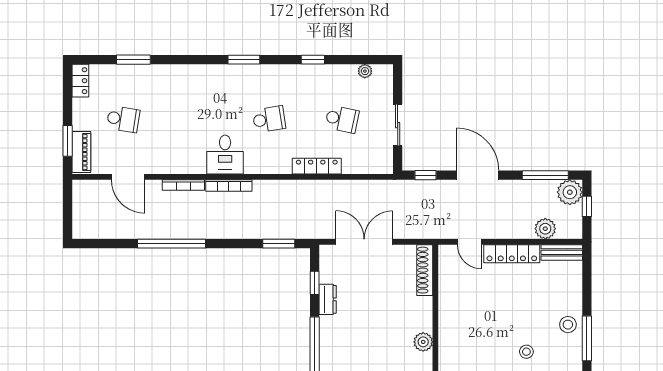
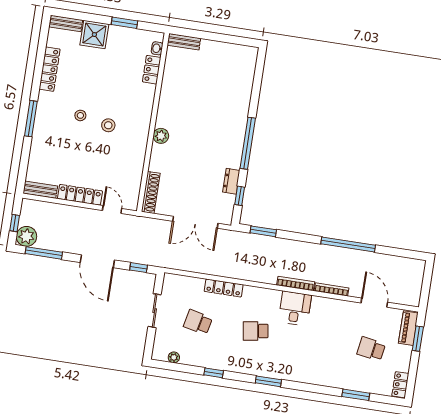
plant: (545, 229) -> (50, 211), removed
stool: (568, 325) -> (108, 125), moved

